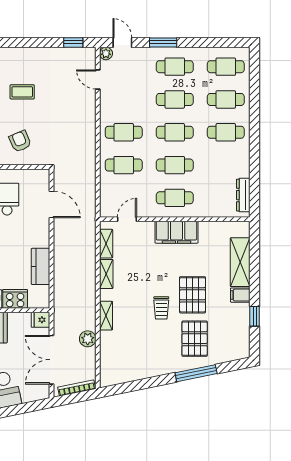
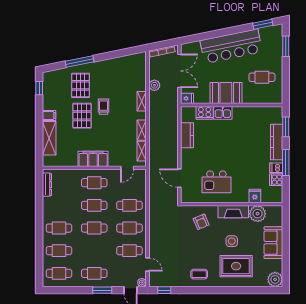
coffee table: (22, 92) -> (199, 274), moved
cafe table: (175, 99) -> (129, 251), moved
window: (255, 316) -> (39, 88), moved

